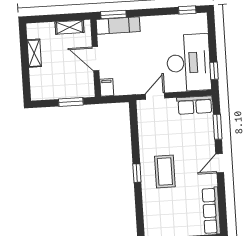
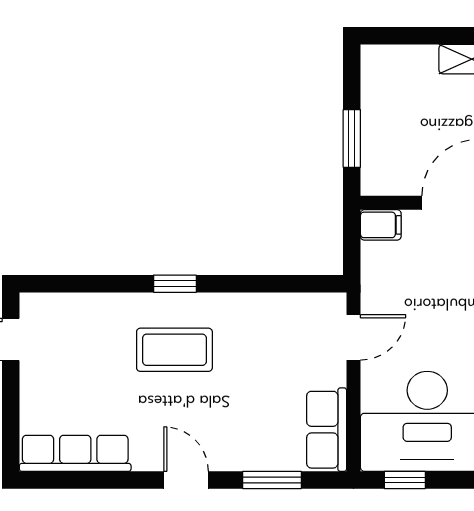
door: (155, 96) -> (353, 337), hinge flipped

